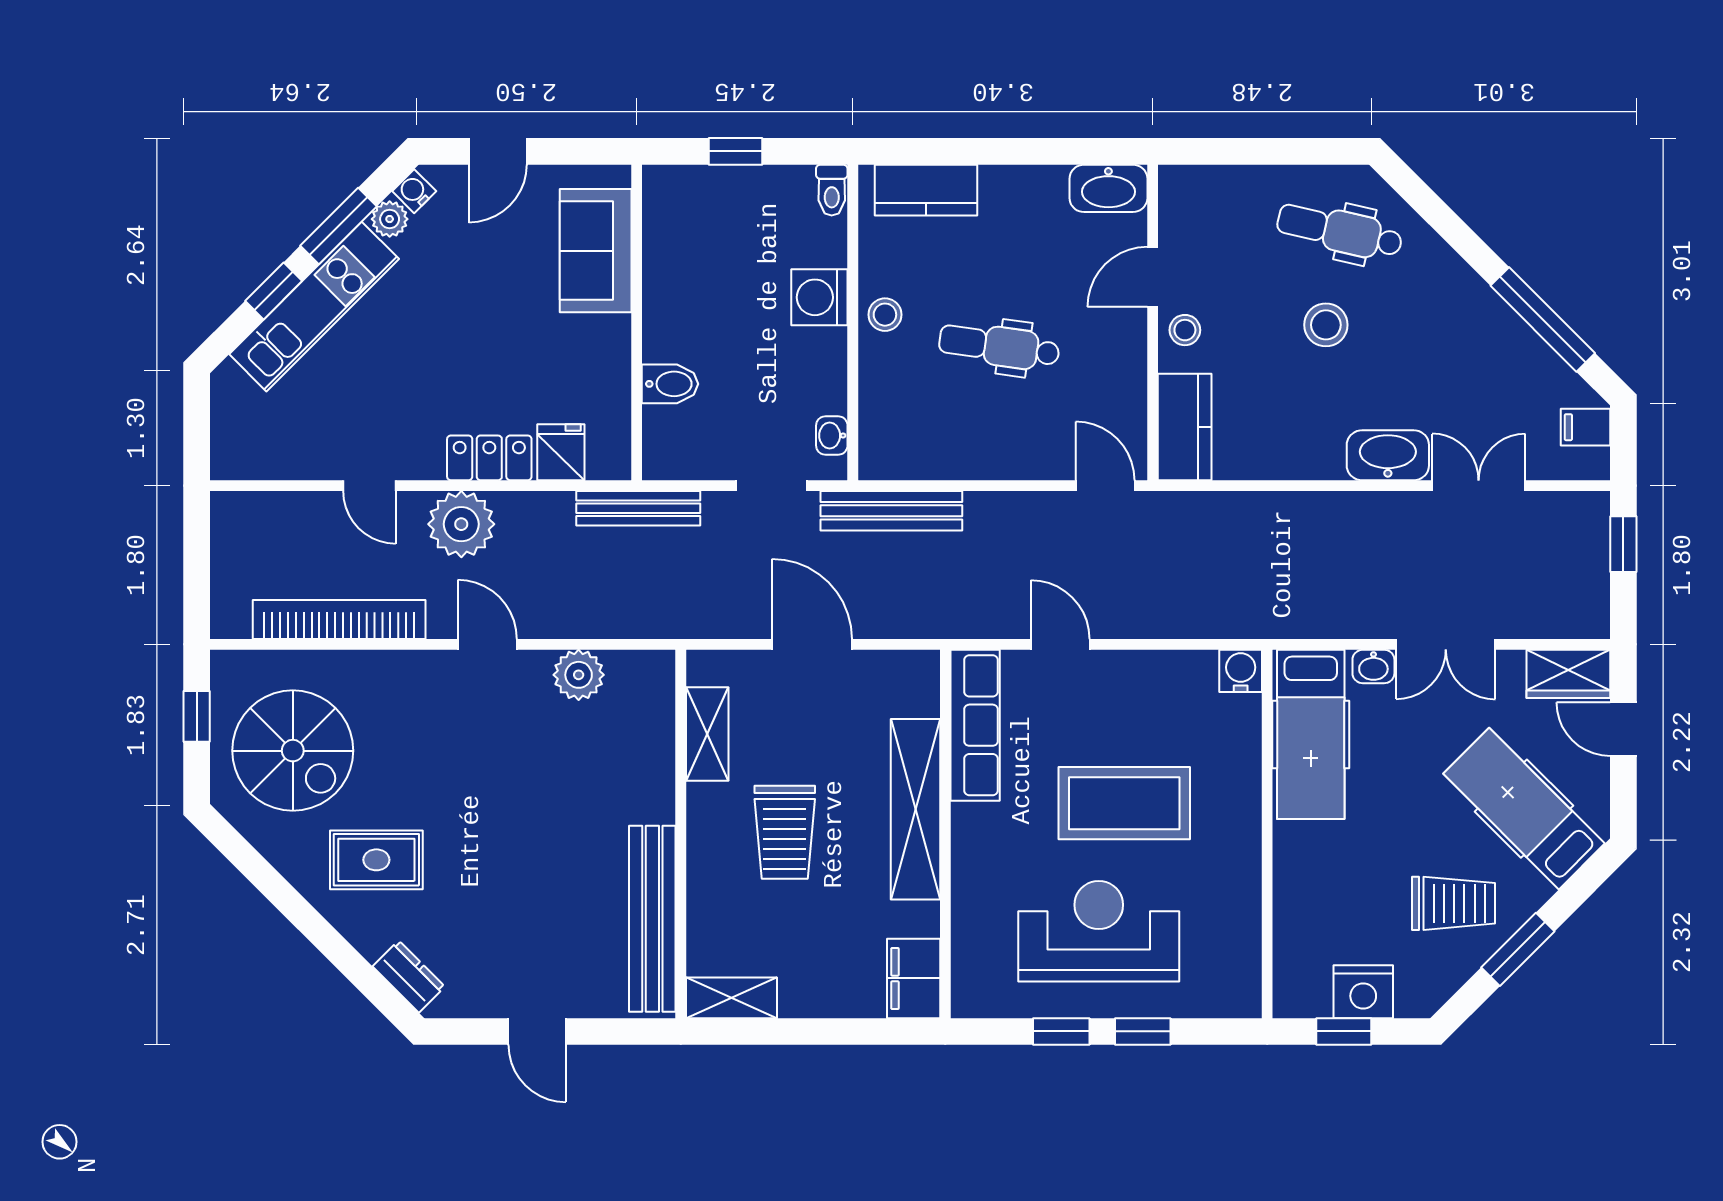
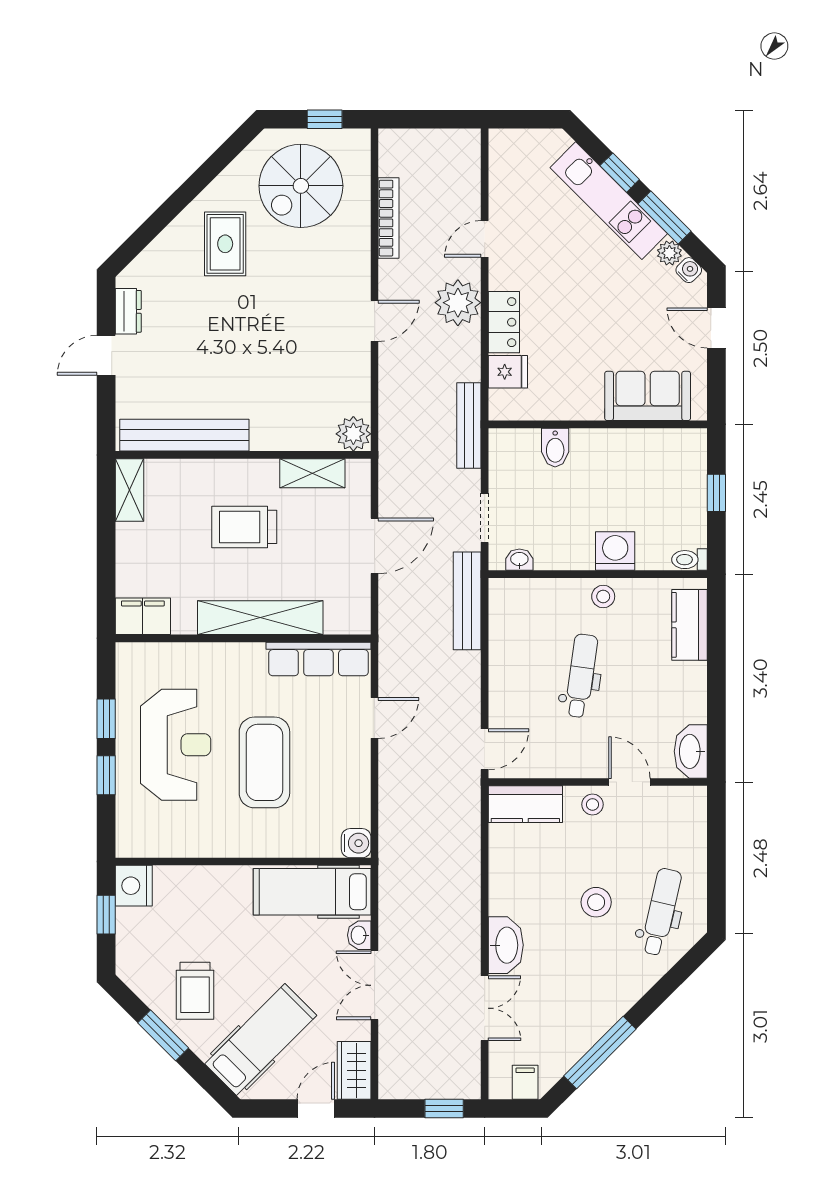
bookcase: (339, 619) -> (389, 218), width x0.68, depth x0.76
plant: (579, 675) -> (353, 434), moved
dresser: (409, 977) -> (128, 311), moved, turned -45
nightstand: (1363, 992) -> (134, 886), moved

